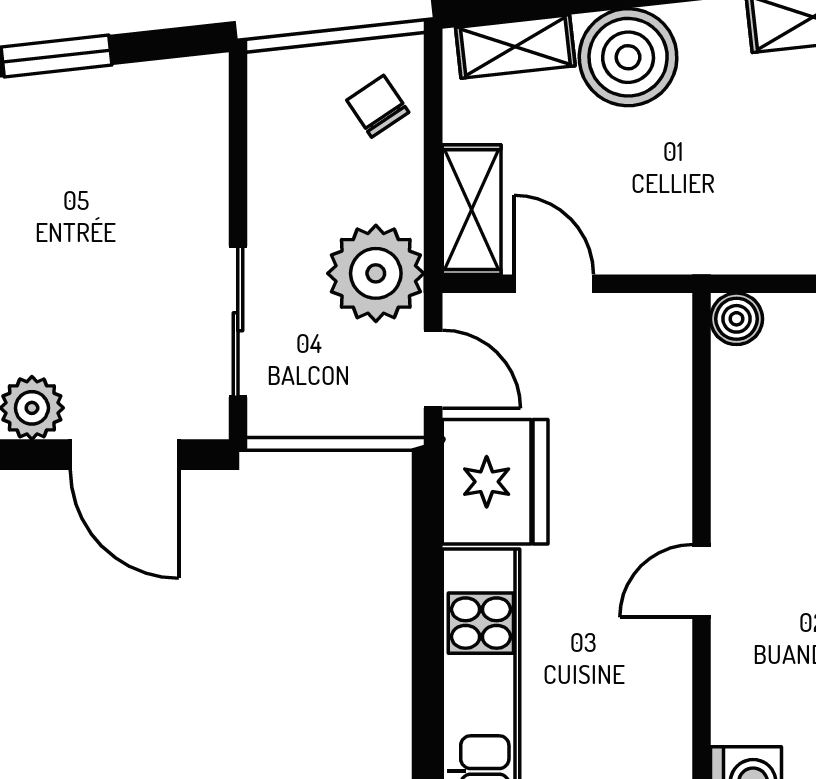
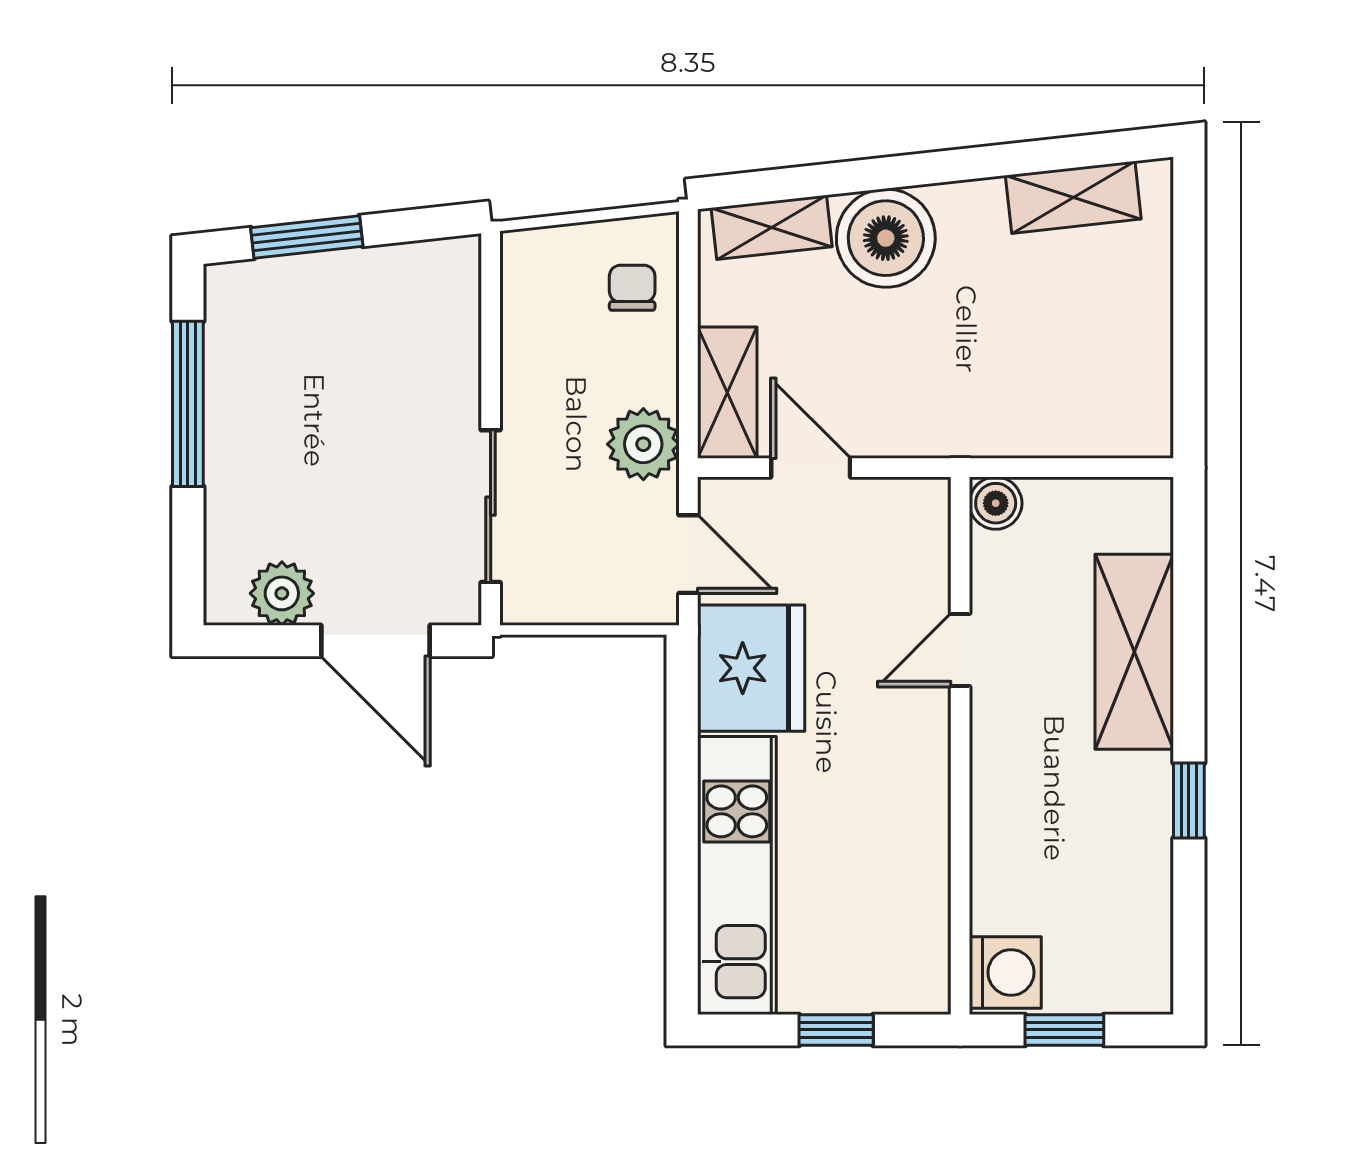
chair: (378, 106) -> (632, 288), turned 34
plant: (376, 273) -> (643, 444), width x0.73, depth x0.73
door: (701, 581) -> (960, 650), moved

